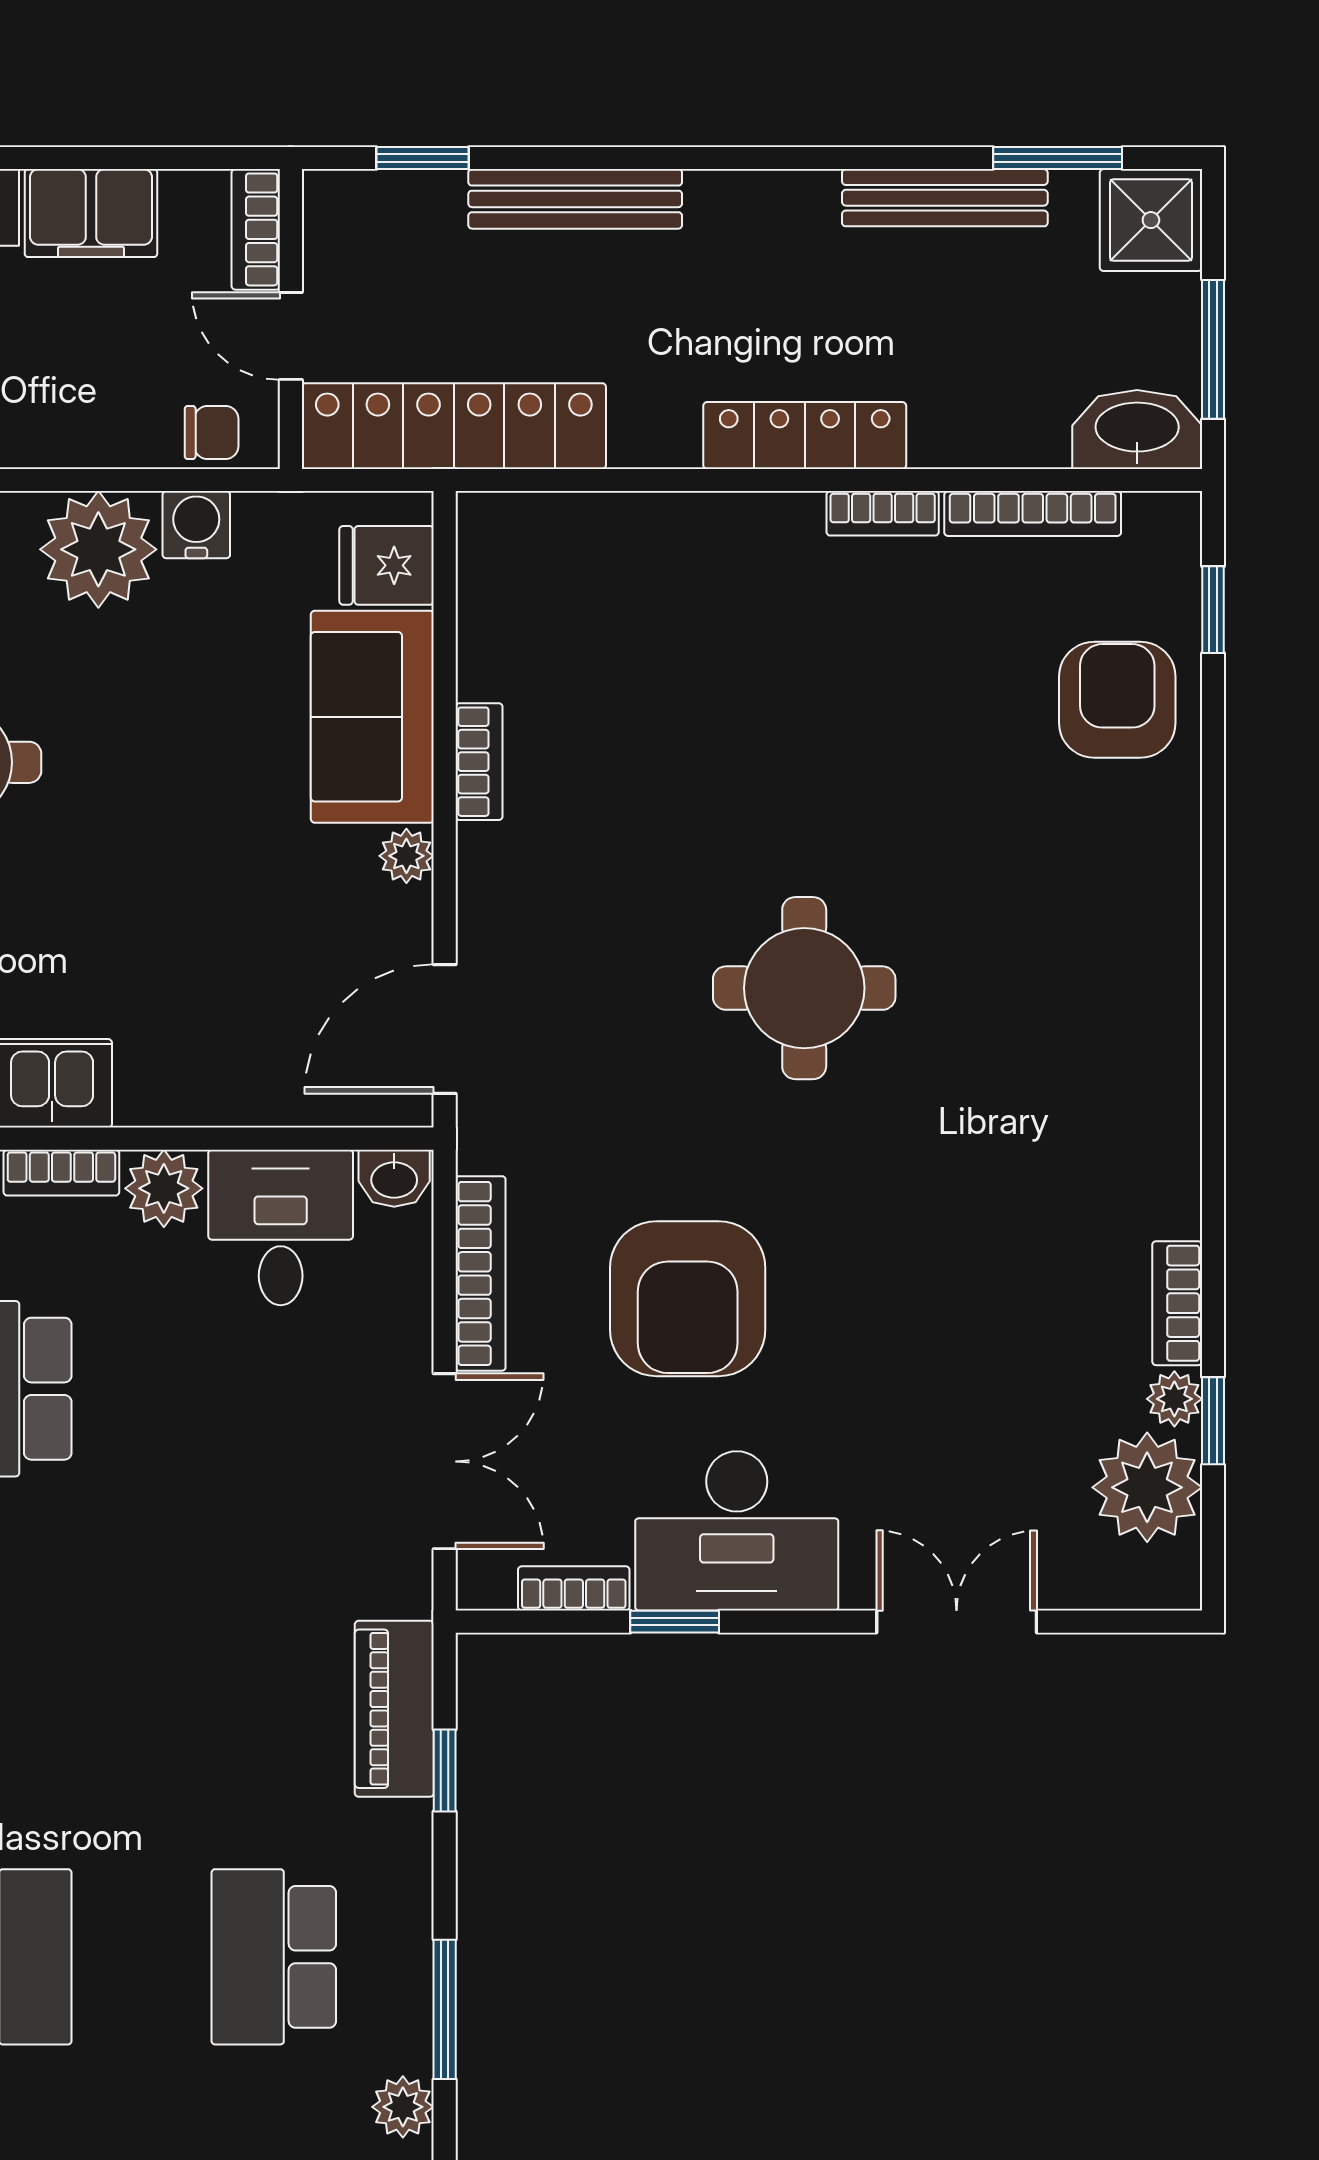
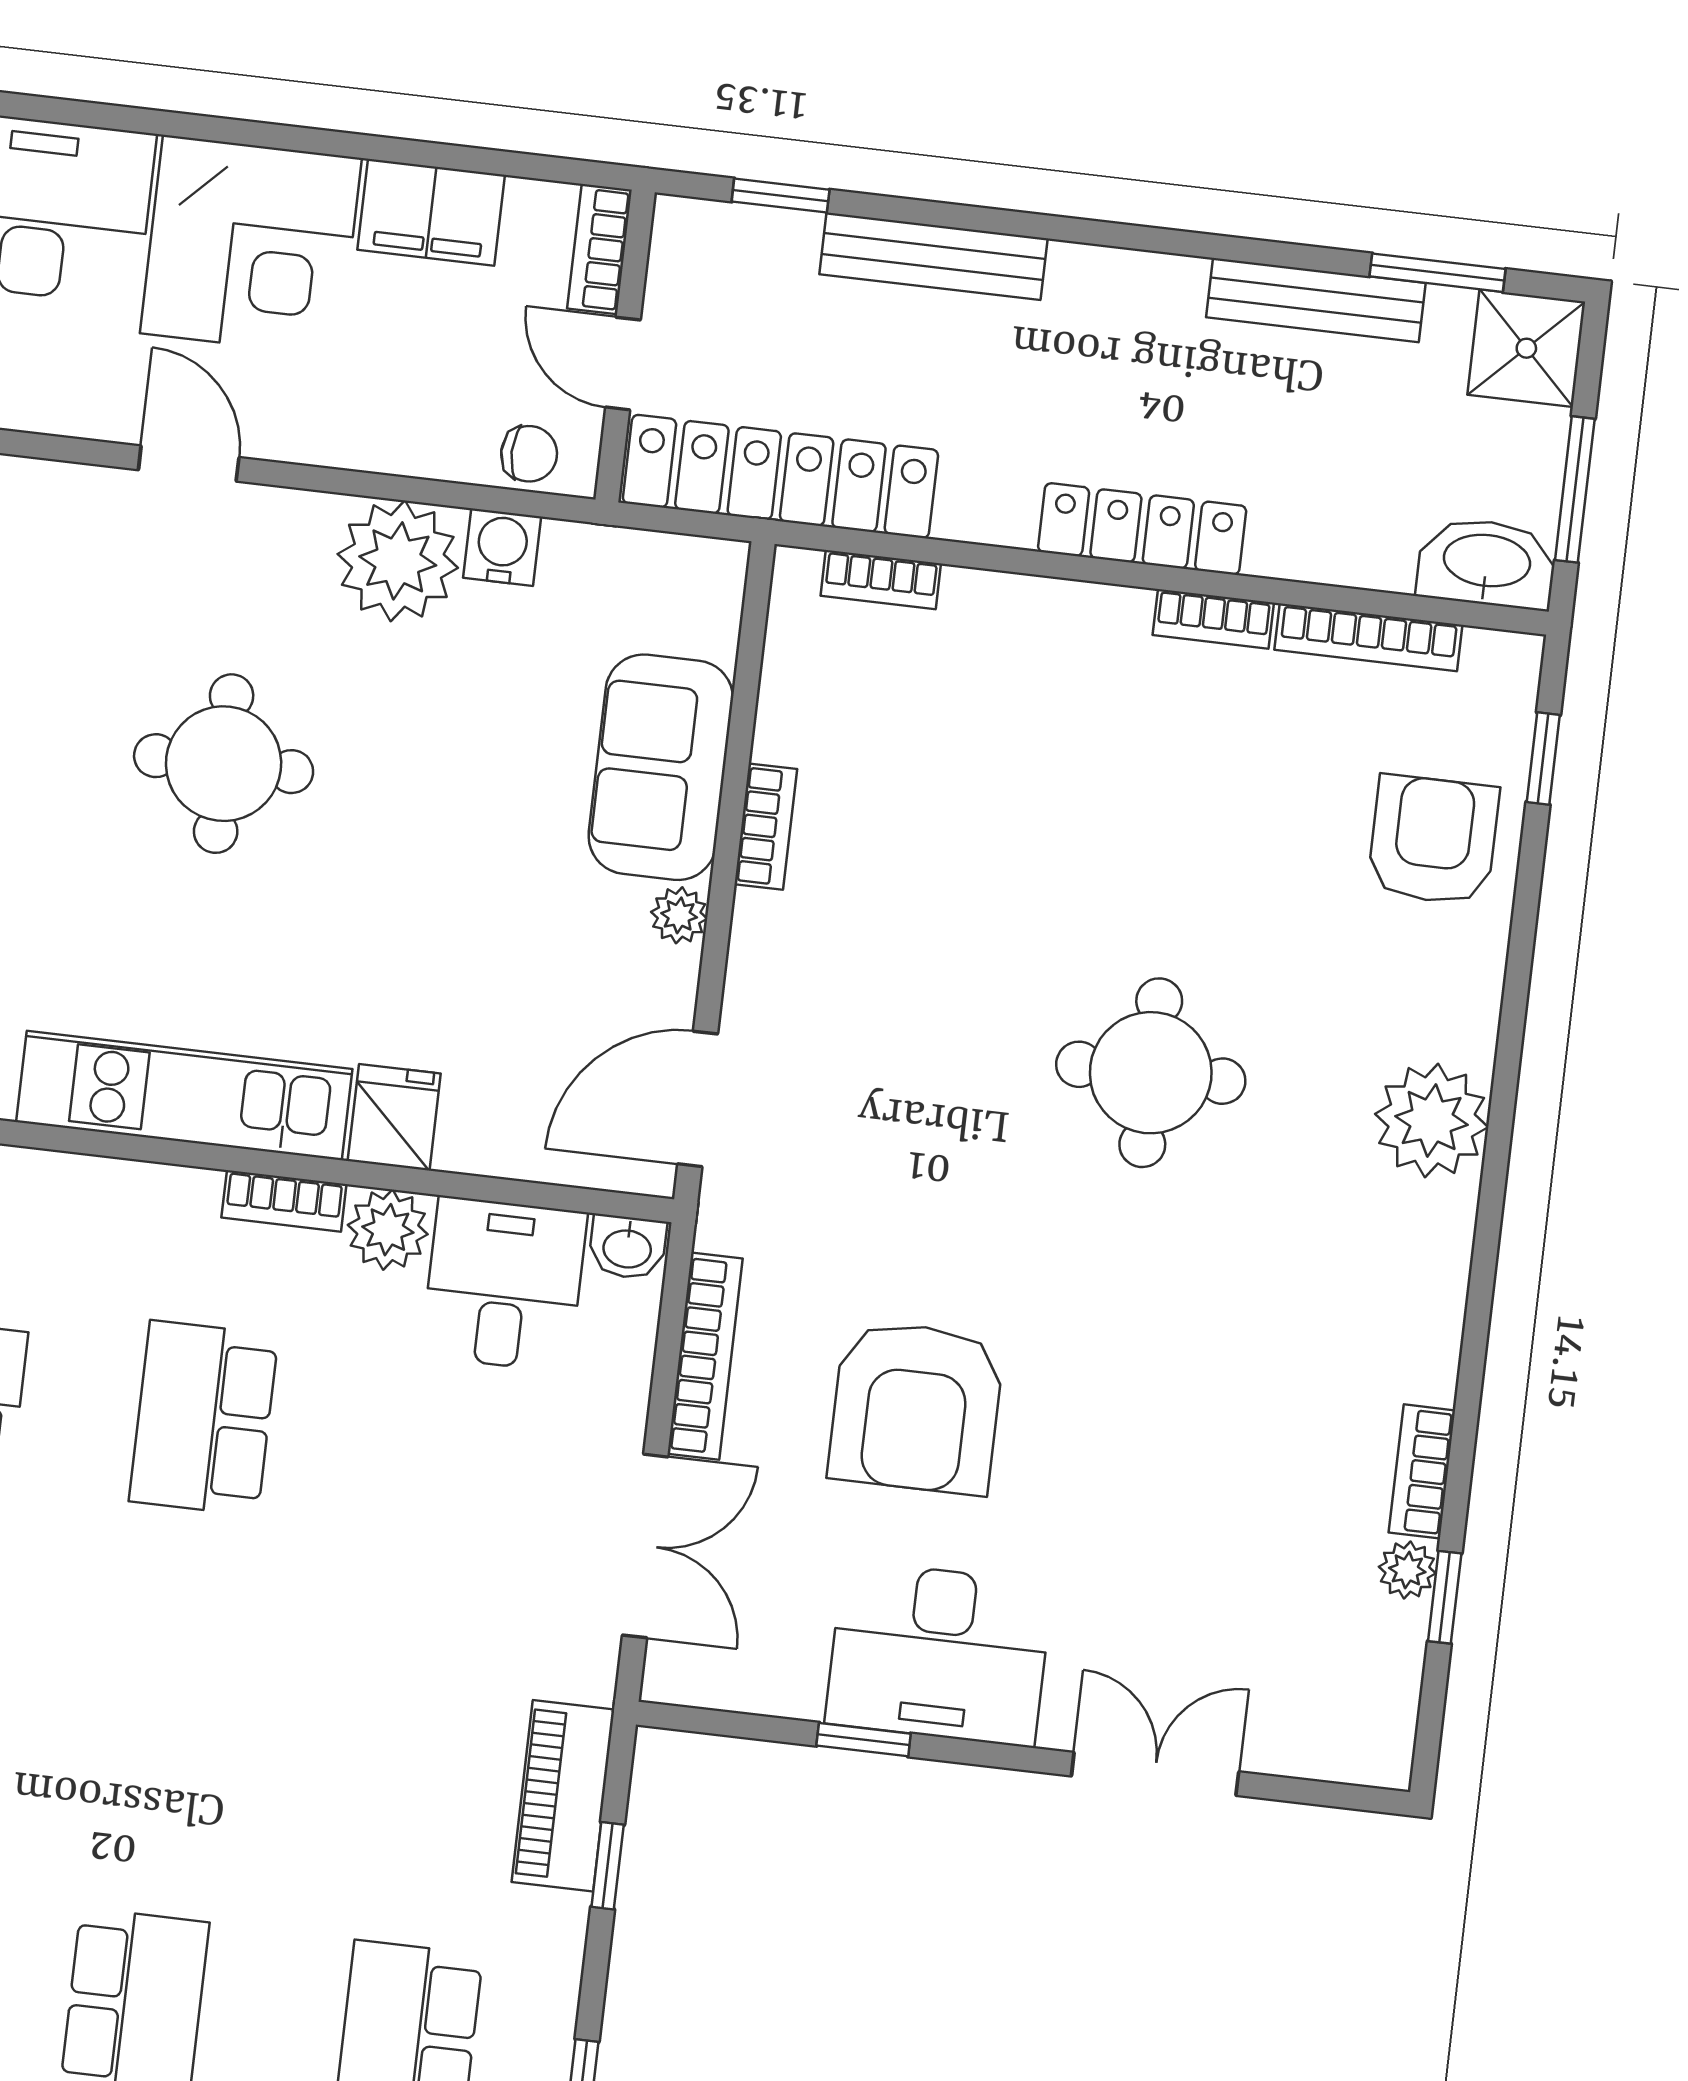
fridge: (387, 565) -> (394, 1117), moved, turned 90
round table: (804, 988) -> (1151, 1073), moved
plant: (1147, 1487) -> (1432, 1120), moved
bookcase: (574, 1588) -> (881, 580), moved, turned 180

